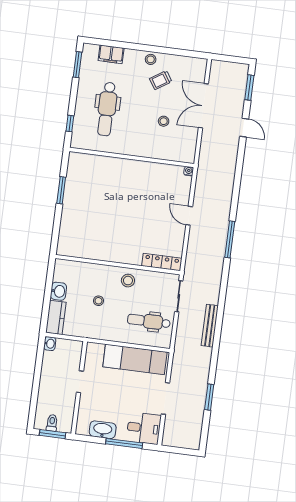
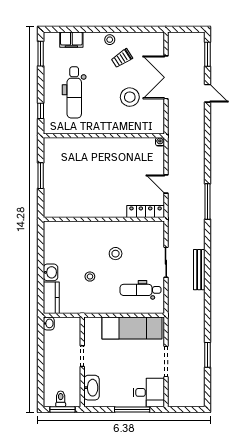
stool: (164, 121) -> (130, 97), width x1.89, depth x1.89
locker: (162, 262) -> (146, 212), moved
wall: (118, 265) -> (104, 219), moved
bench: (210, 326) -> (199, 270), moved
washbasin: (103, 430) -> (92, 388), moved, turned 90

